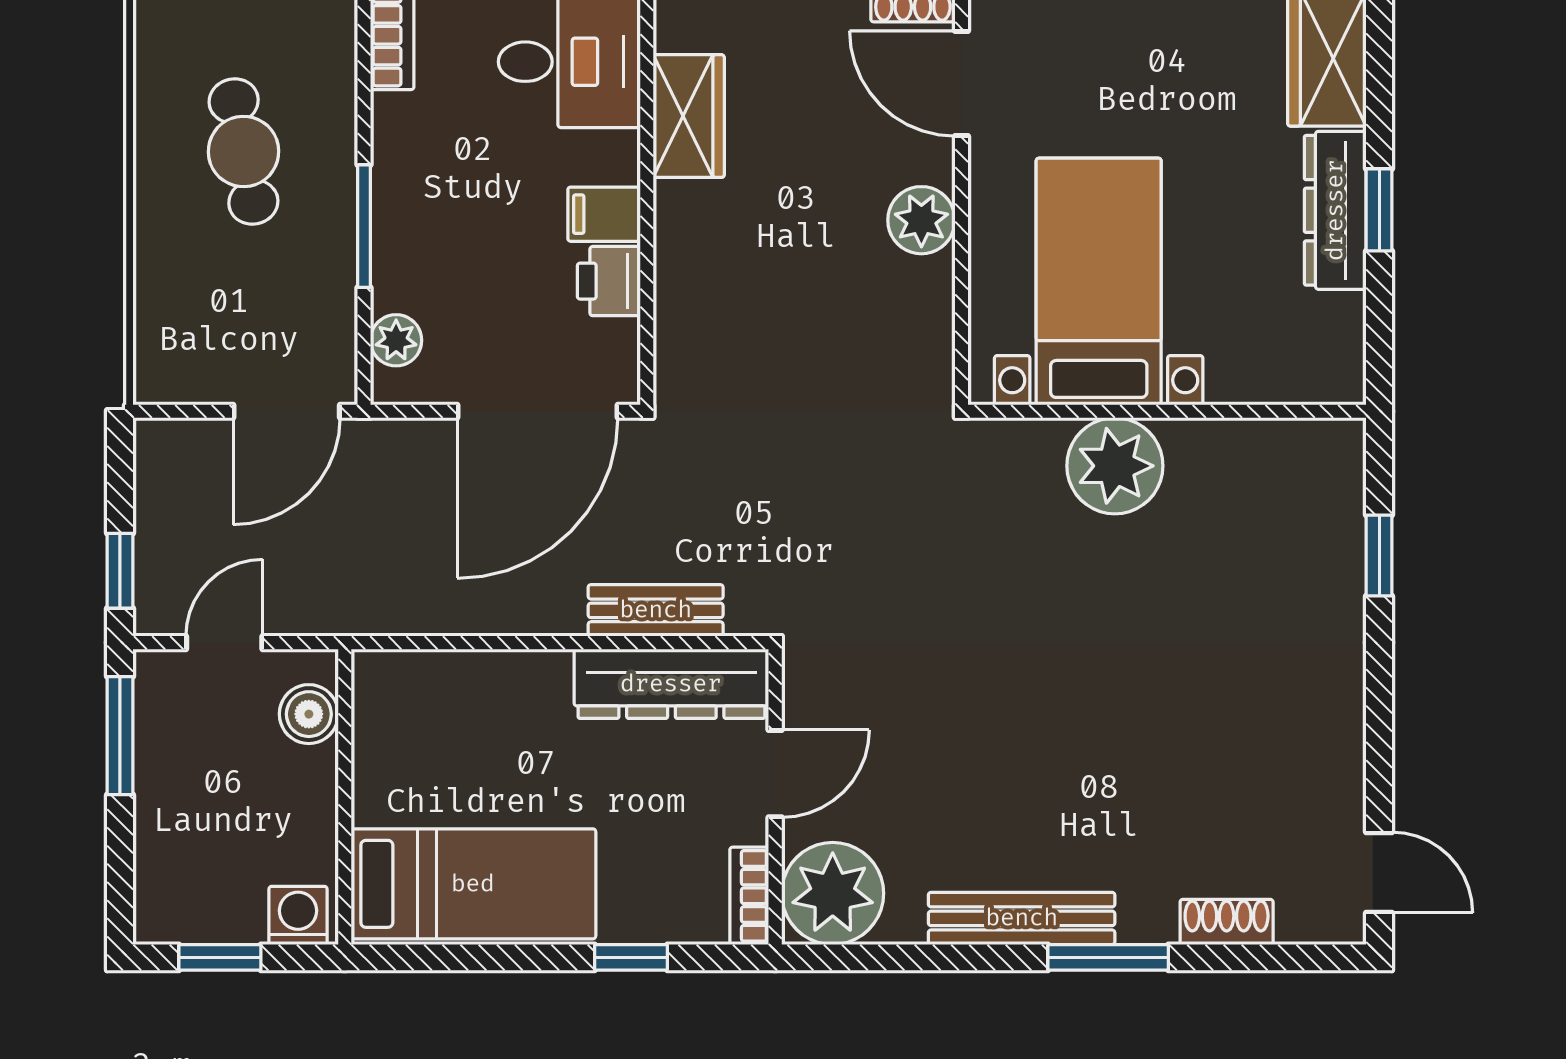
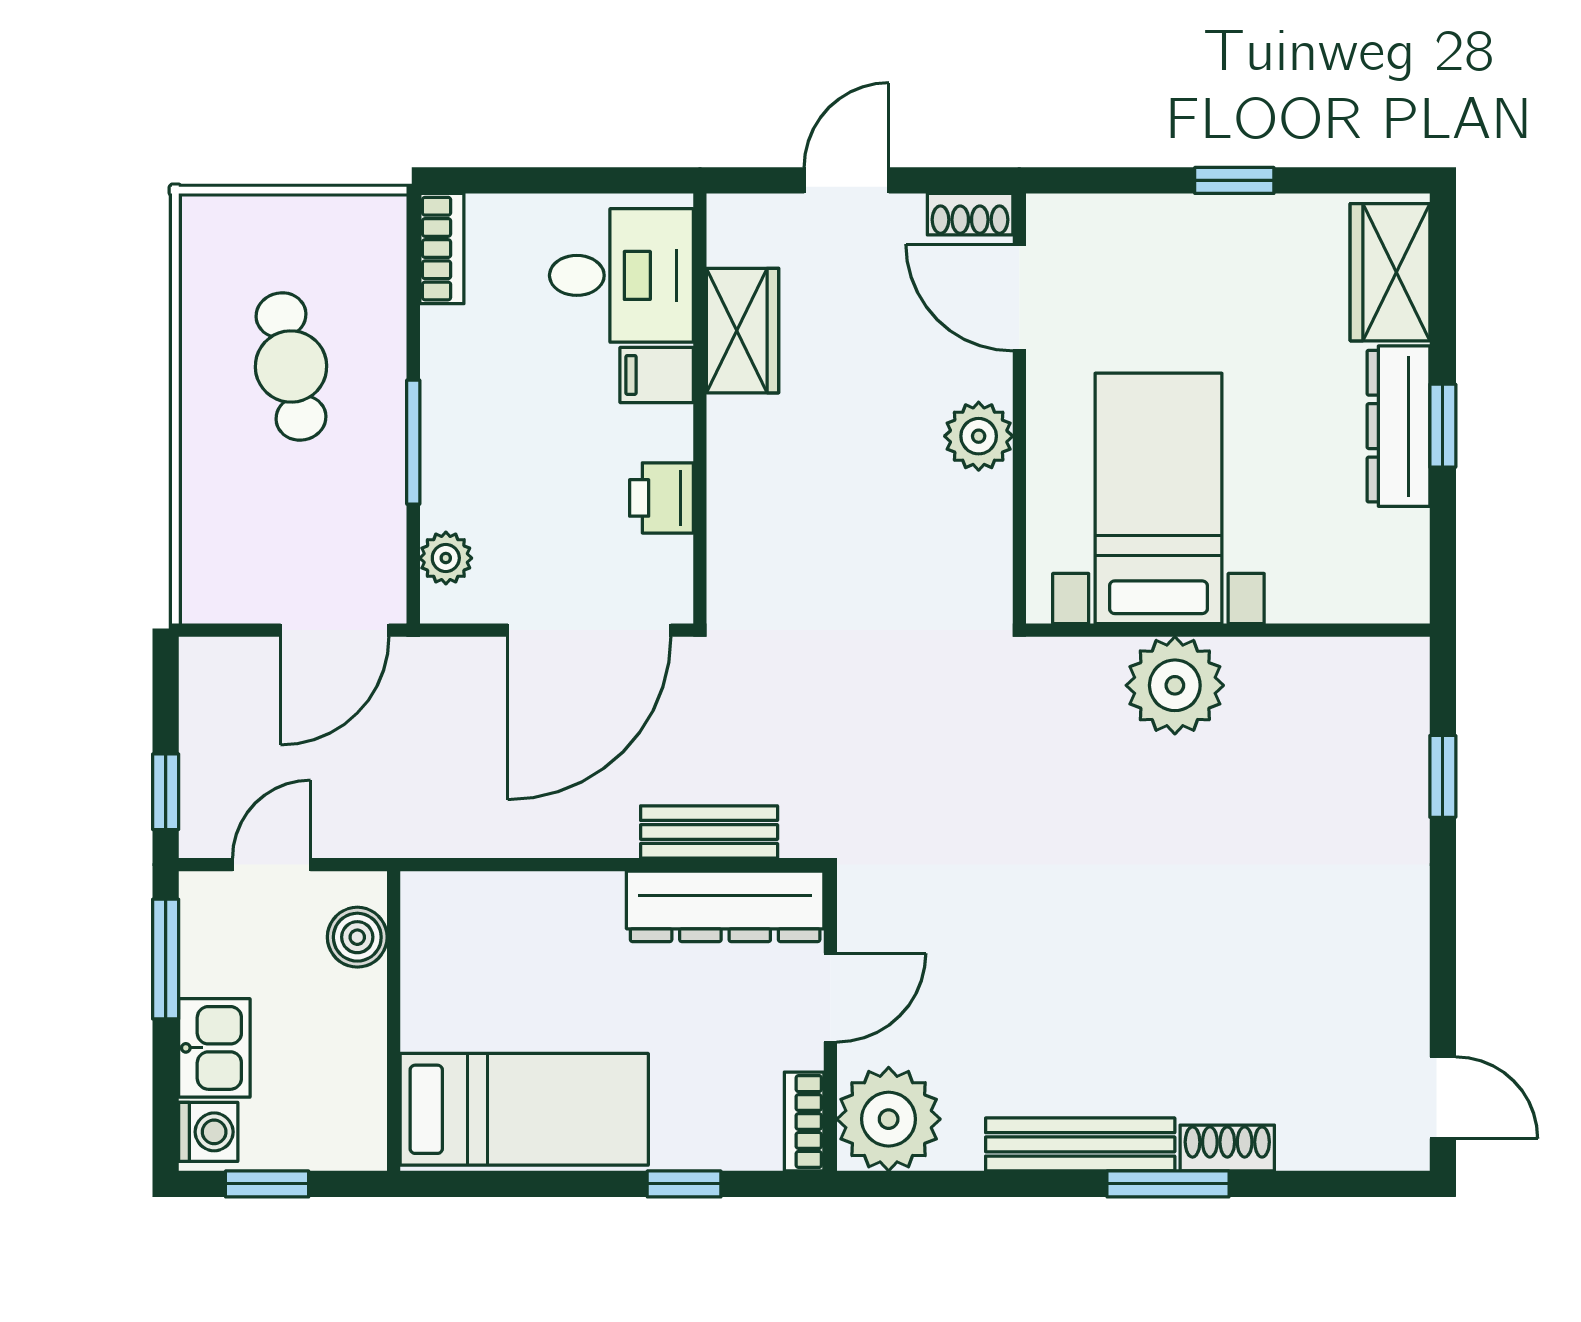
filing cabinet: (604, 214) -> (657, 375), moved
kitchen sink: (168, 823) -> (214, 1048), added
washing machine: (298, 915) -> (208, 1132), moved, turned 90
shoe rack: (1227, 922) -> (1227, 1148), moved

